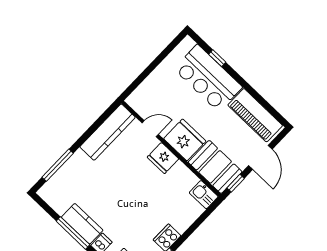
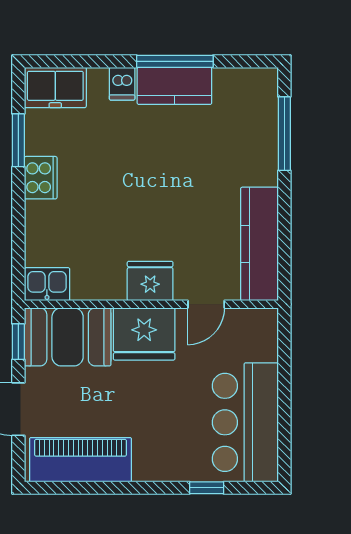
bar counter: (208, 78) -> (245, 422), moved, turned -90

